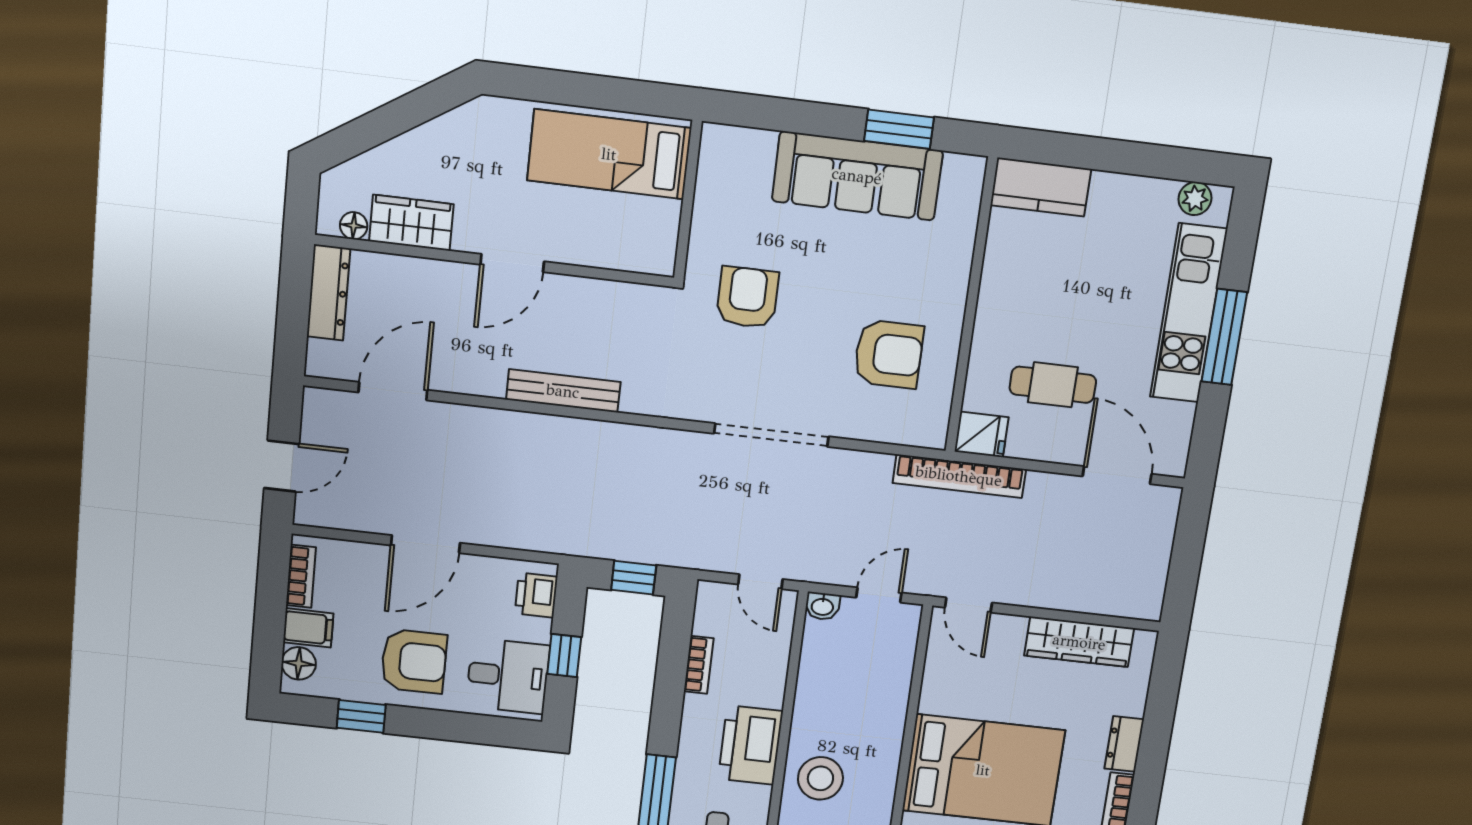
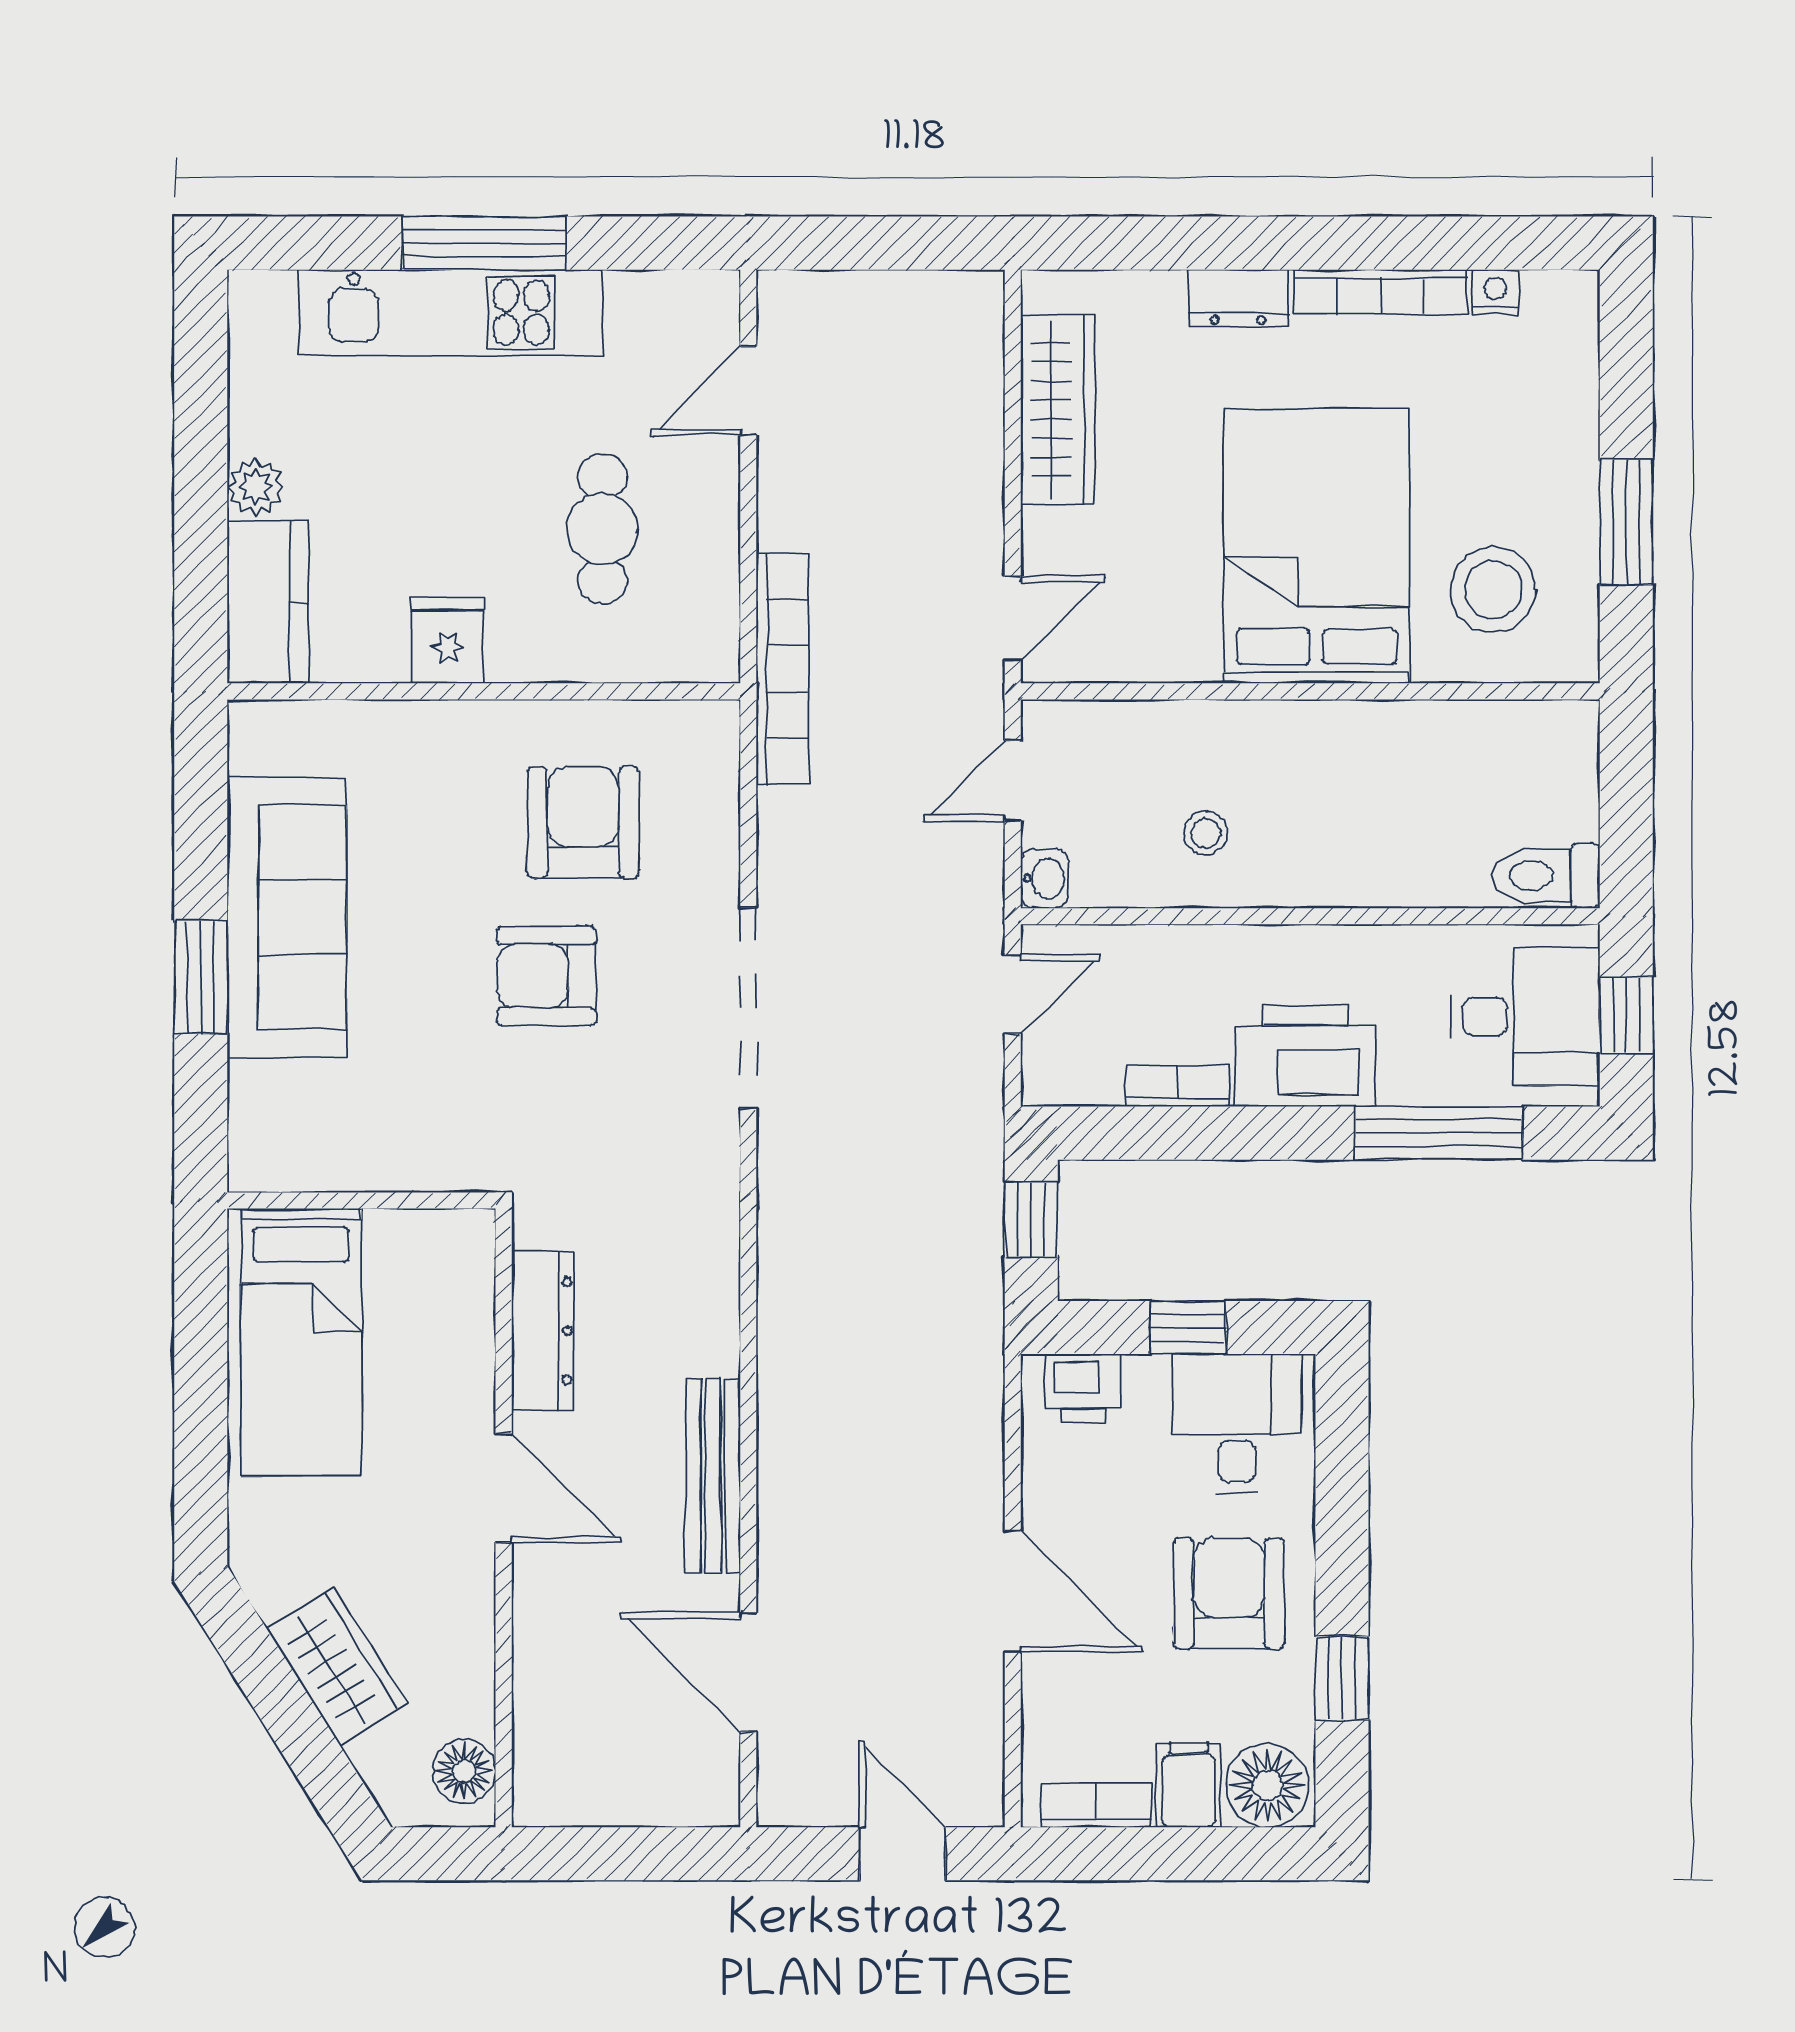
window: (899, 129) -> (201, 977), moved
plant: (1195, 199) -> (255, 487), moved
wardrobe: (411, 223) -> (337, 1666), moved, turned 148
floor lamp: (354, 226) -> (464, 1771), width x1.37, depth x1.37
dresser: (329, 293) -> (543, 1331), moved, turned 90
armchair: (747, 297) -> (546, 976), moved
bench: (563, 391) -> (713, 1476), moved
fridge: (982, 434) -> (448, 640), moved
door: (1117, 475) -> (748, 391), width x0.73
door: (879, 595) -> (1013, 781), hinge flipped
floor lamp: (299, 663) -> (1268, 1786), width x1.38, depth x1.38
printer: (750, 745) -> (1306, 1056), moved, turned 180
stool: (820, 778) -> (1206, 833), moved, width x0.53, depth x0.53

